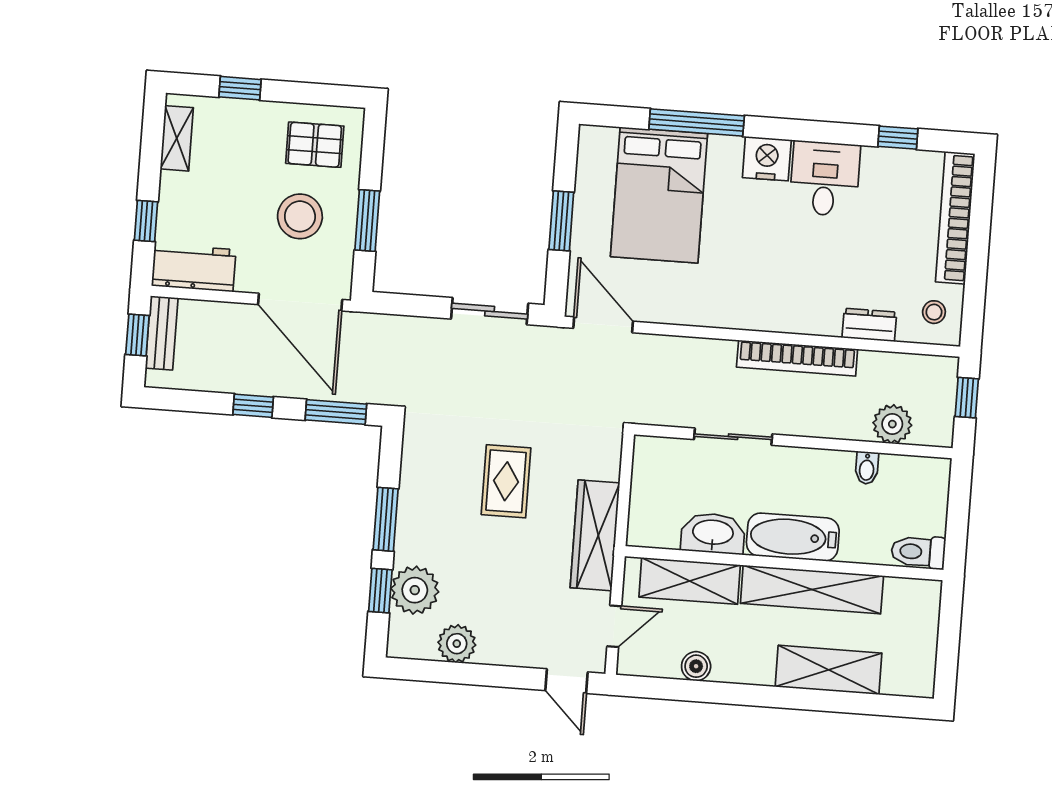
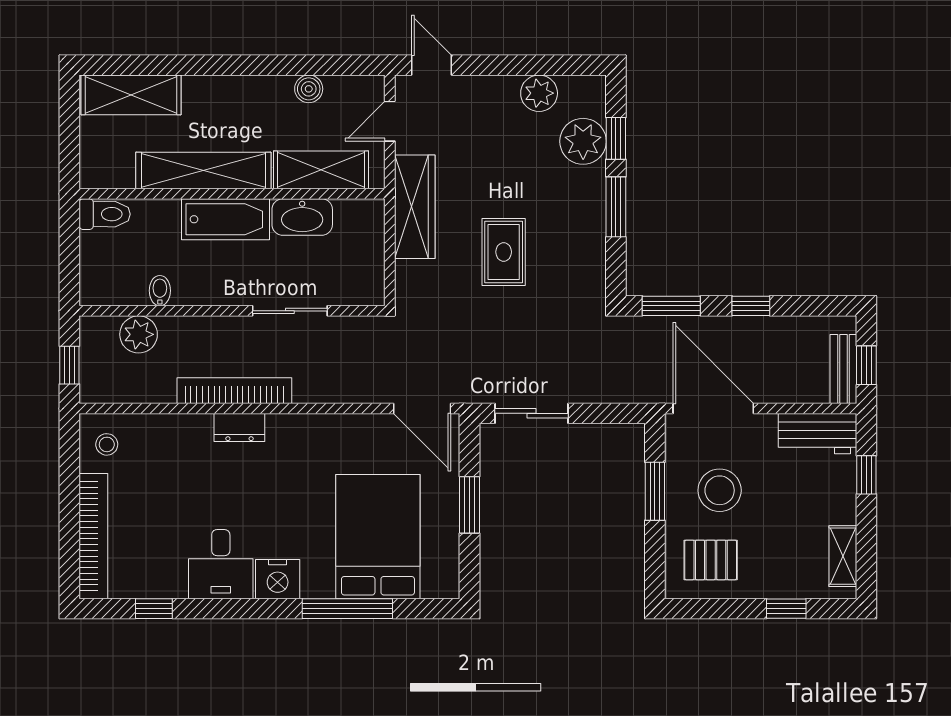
dresser: (869, 325) -> (239, 428), moved
shelving: (829, 670) -> (131, 95), moved

